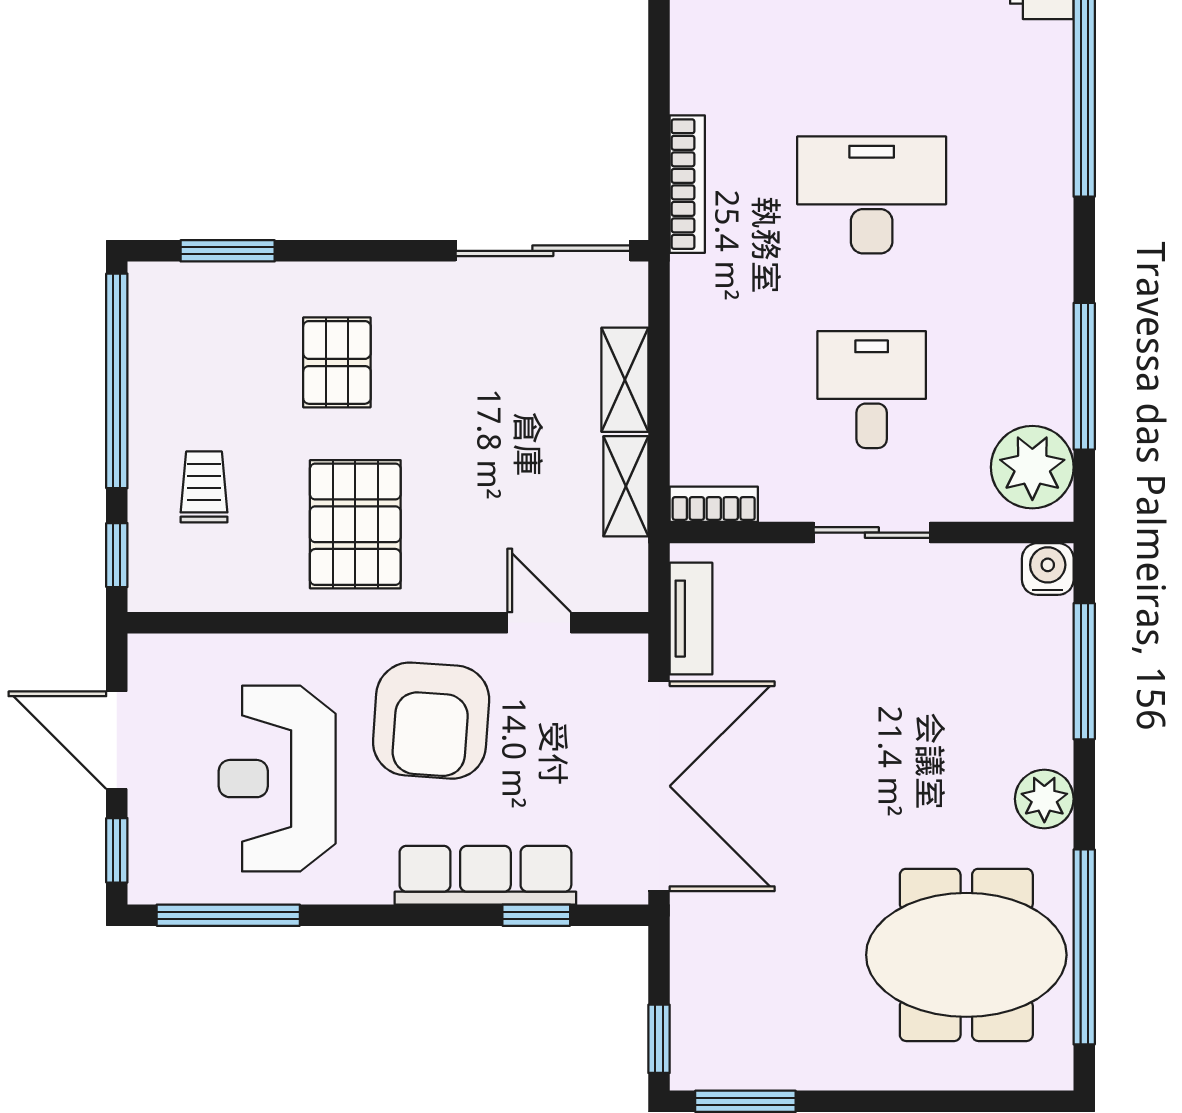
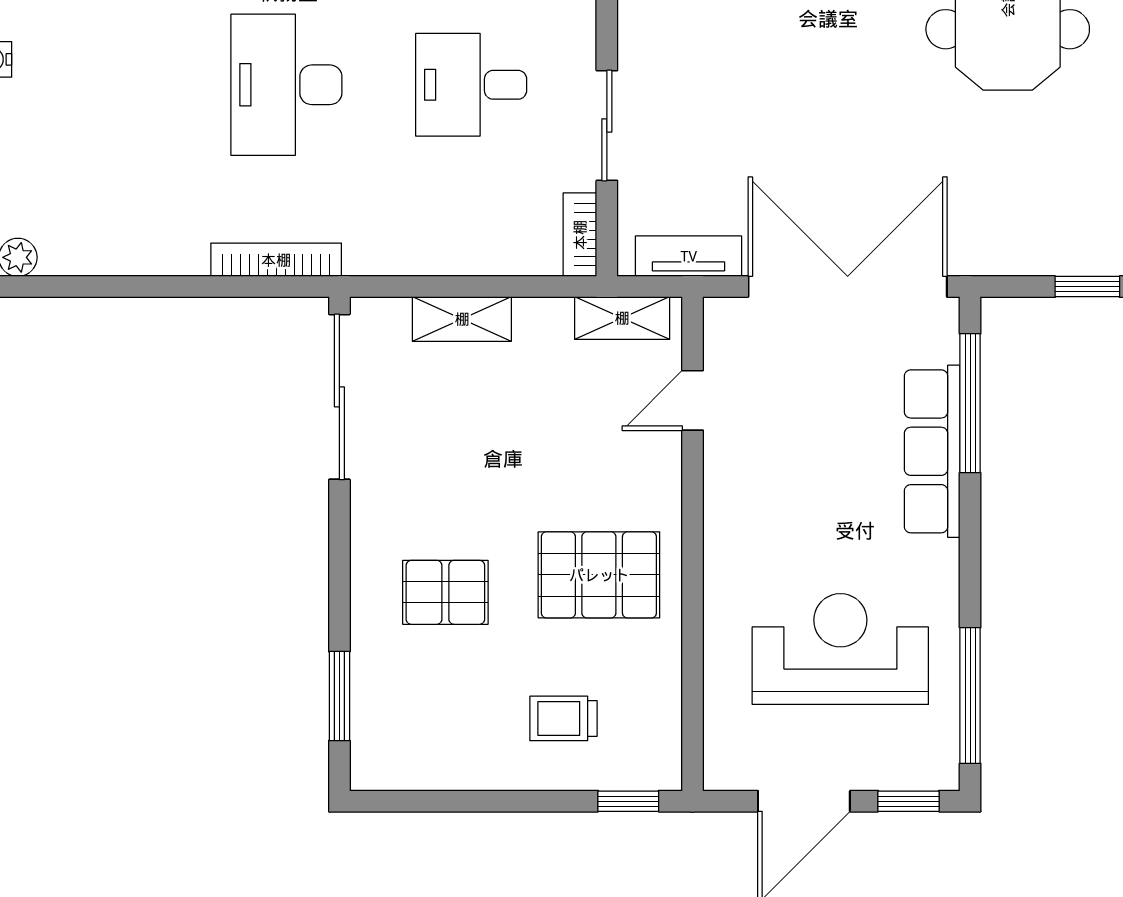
window: (117, 381) -> (463, 801), removed
shelving: (626, 486) -> (622, 318), moved
sliding door: (872, 533) -> (607, 125), moved
armchair: (431, 721) -> (785, 503), removed
reception desk: (277, 779) -> (840, 649), turned 180
window: (536, 915) -> (970, 403), width x2.17

